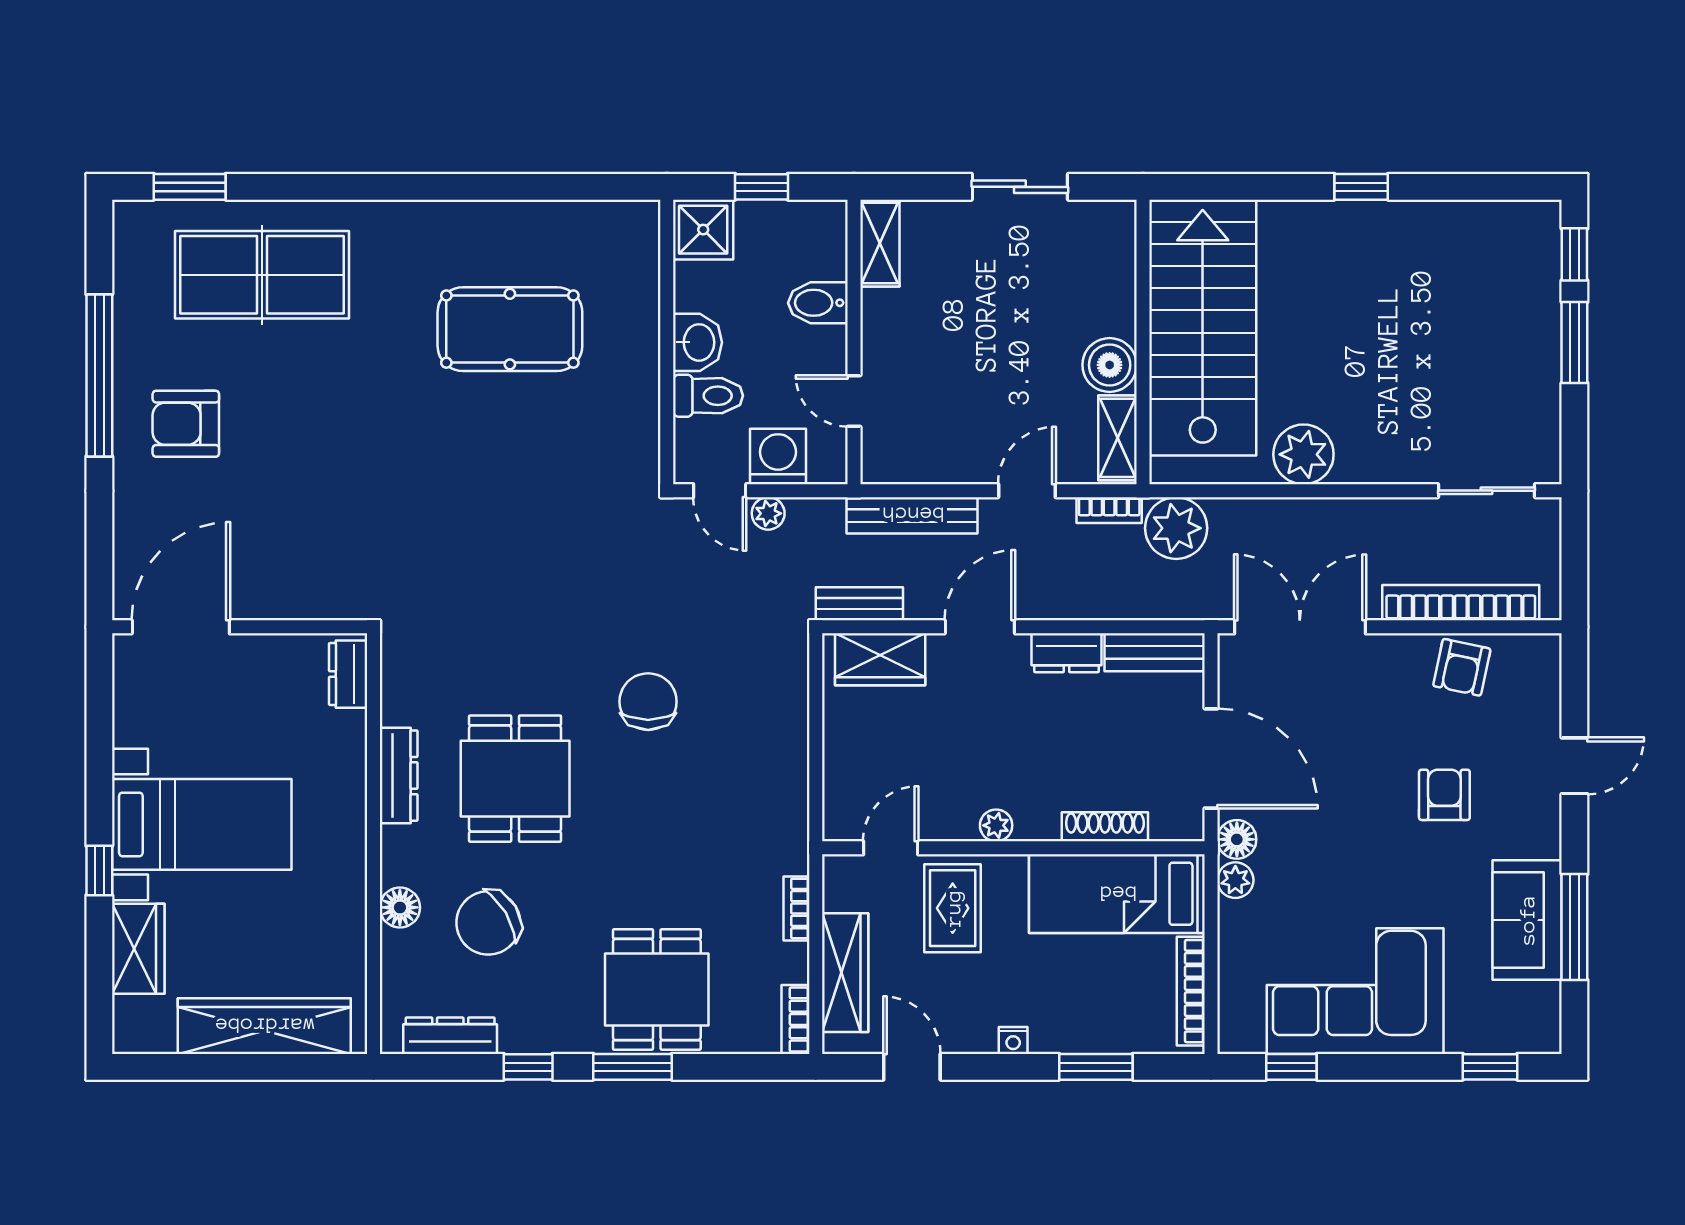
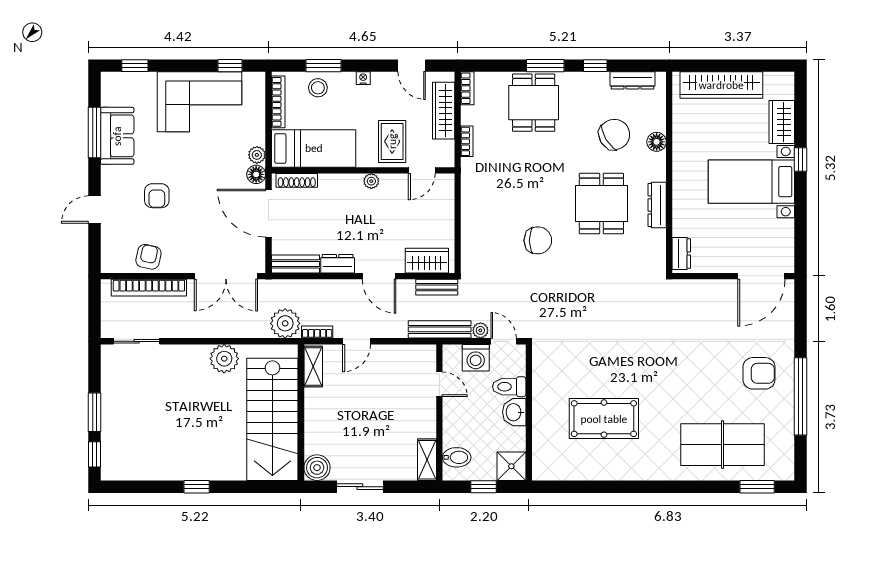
bidet: (818, 303) -> (457, 457), moved
boiler: (1110, 365) -> (317, 468), moved
bench: (912, 515) -> (440, 329), moved
door: (980, 627) -> (379, 276), hinge flipped
chair: (648, 702) -> (538, 240), turned -90
shoe rack: (1105, 827) -> (297, 180), moved
stool: (1108, 1021) -> (318, 88), added

